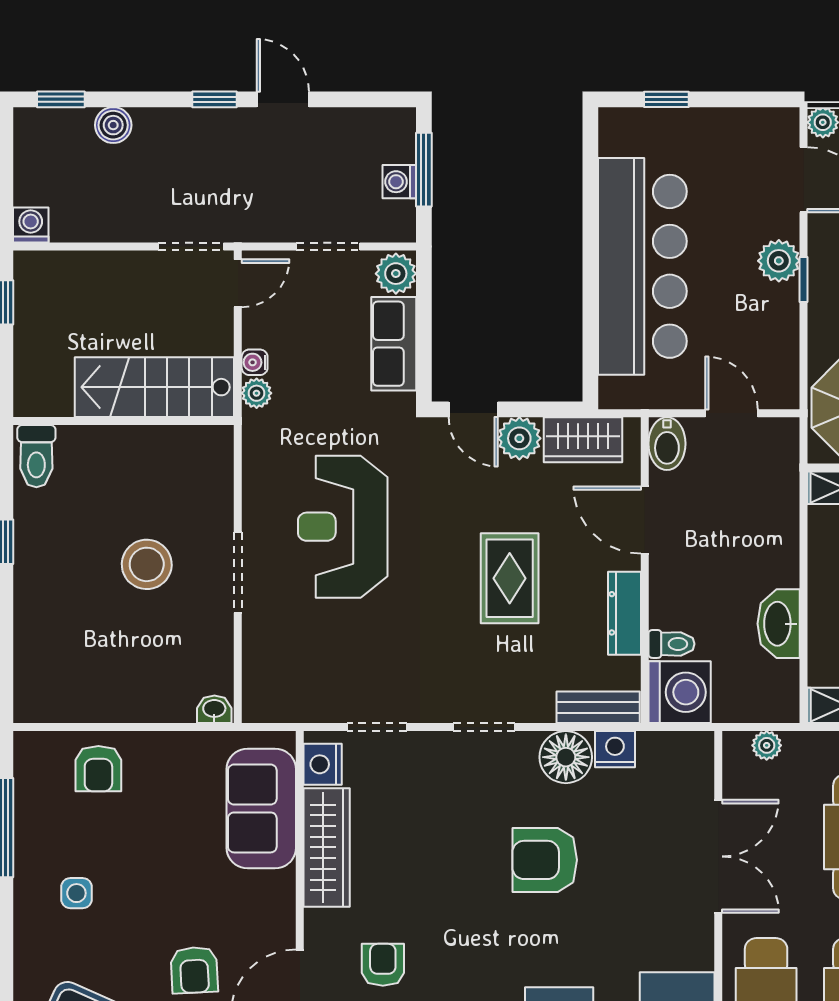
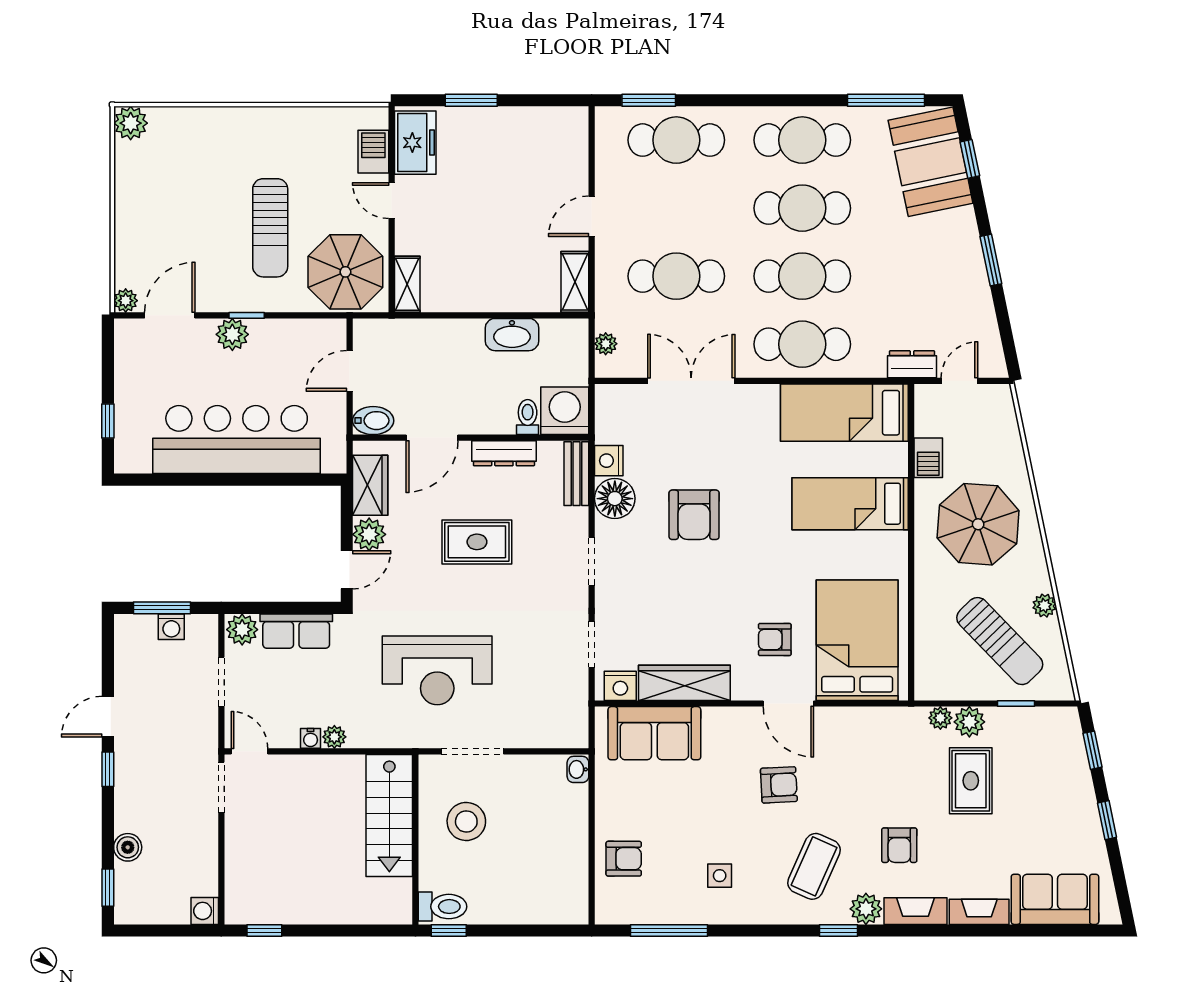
stairs: (154, 387) -> (389, 816), moved
wall: (123, 421) -> (415, 839), moved
toilet: (36, 456) -> (443, 907), moved

